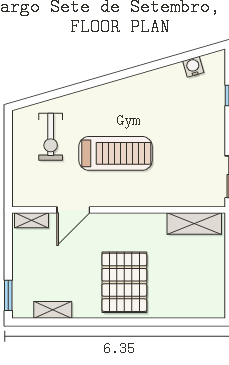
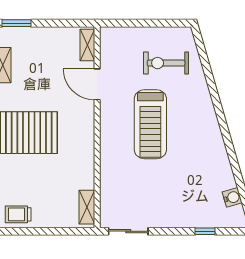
shelving: (194, 223) -> (87, 207), width x0.67, depth x0.75
trolley: (211, 294) -> (18, 214), added

